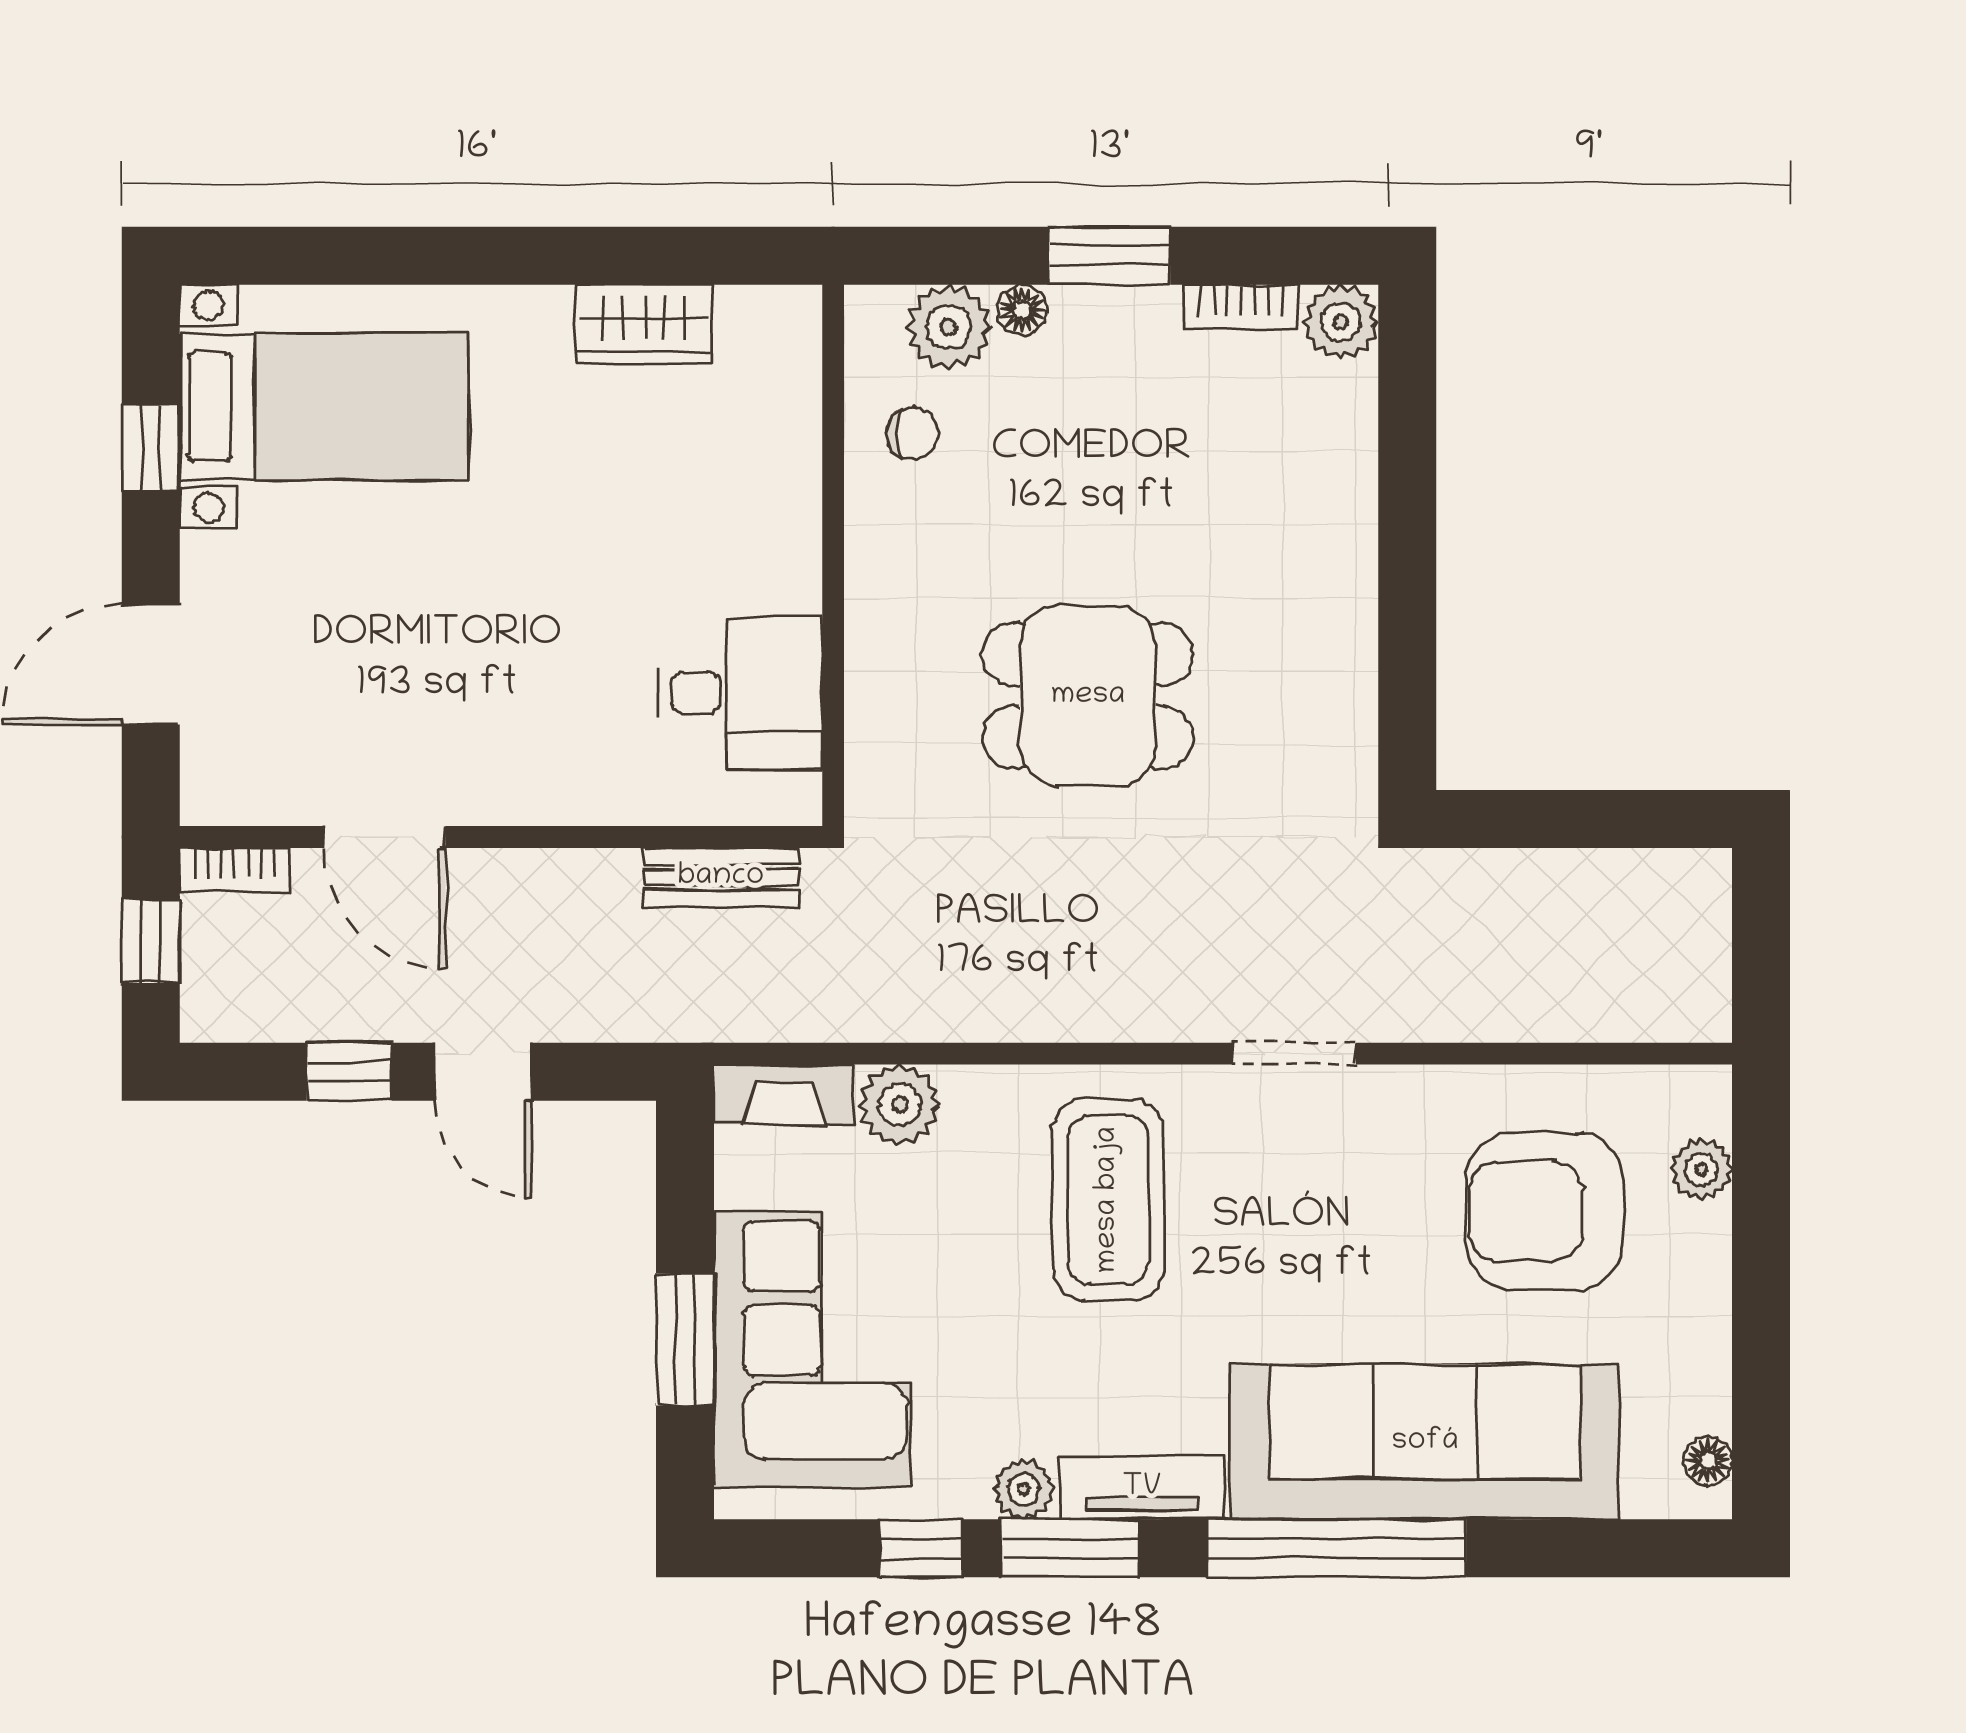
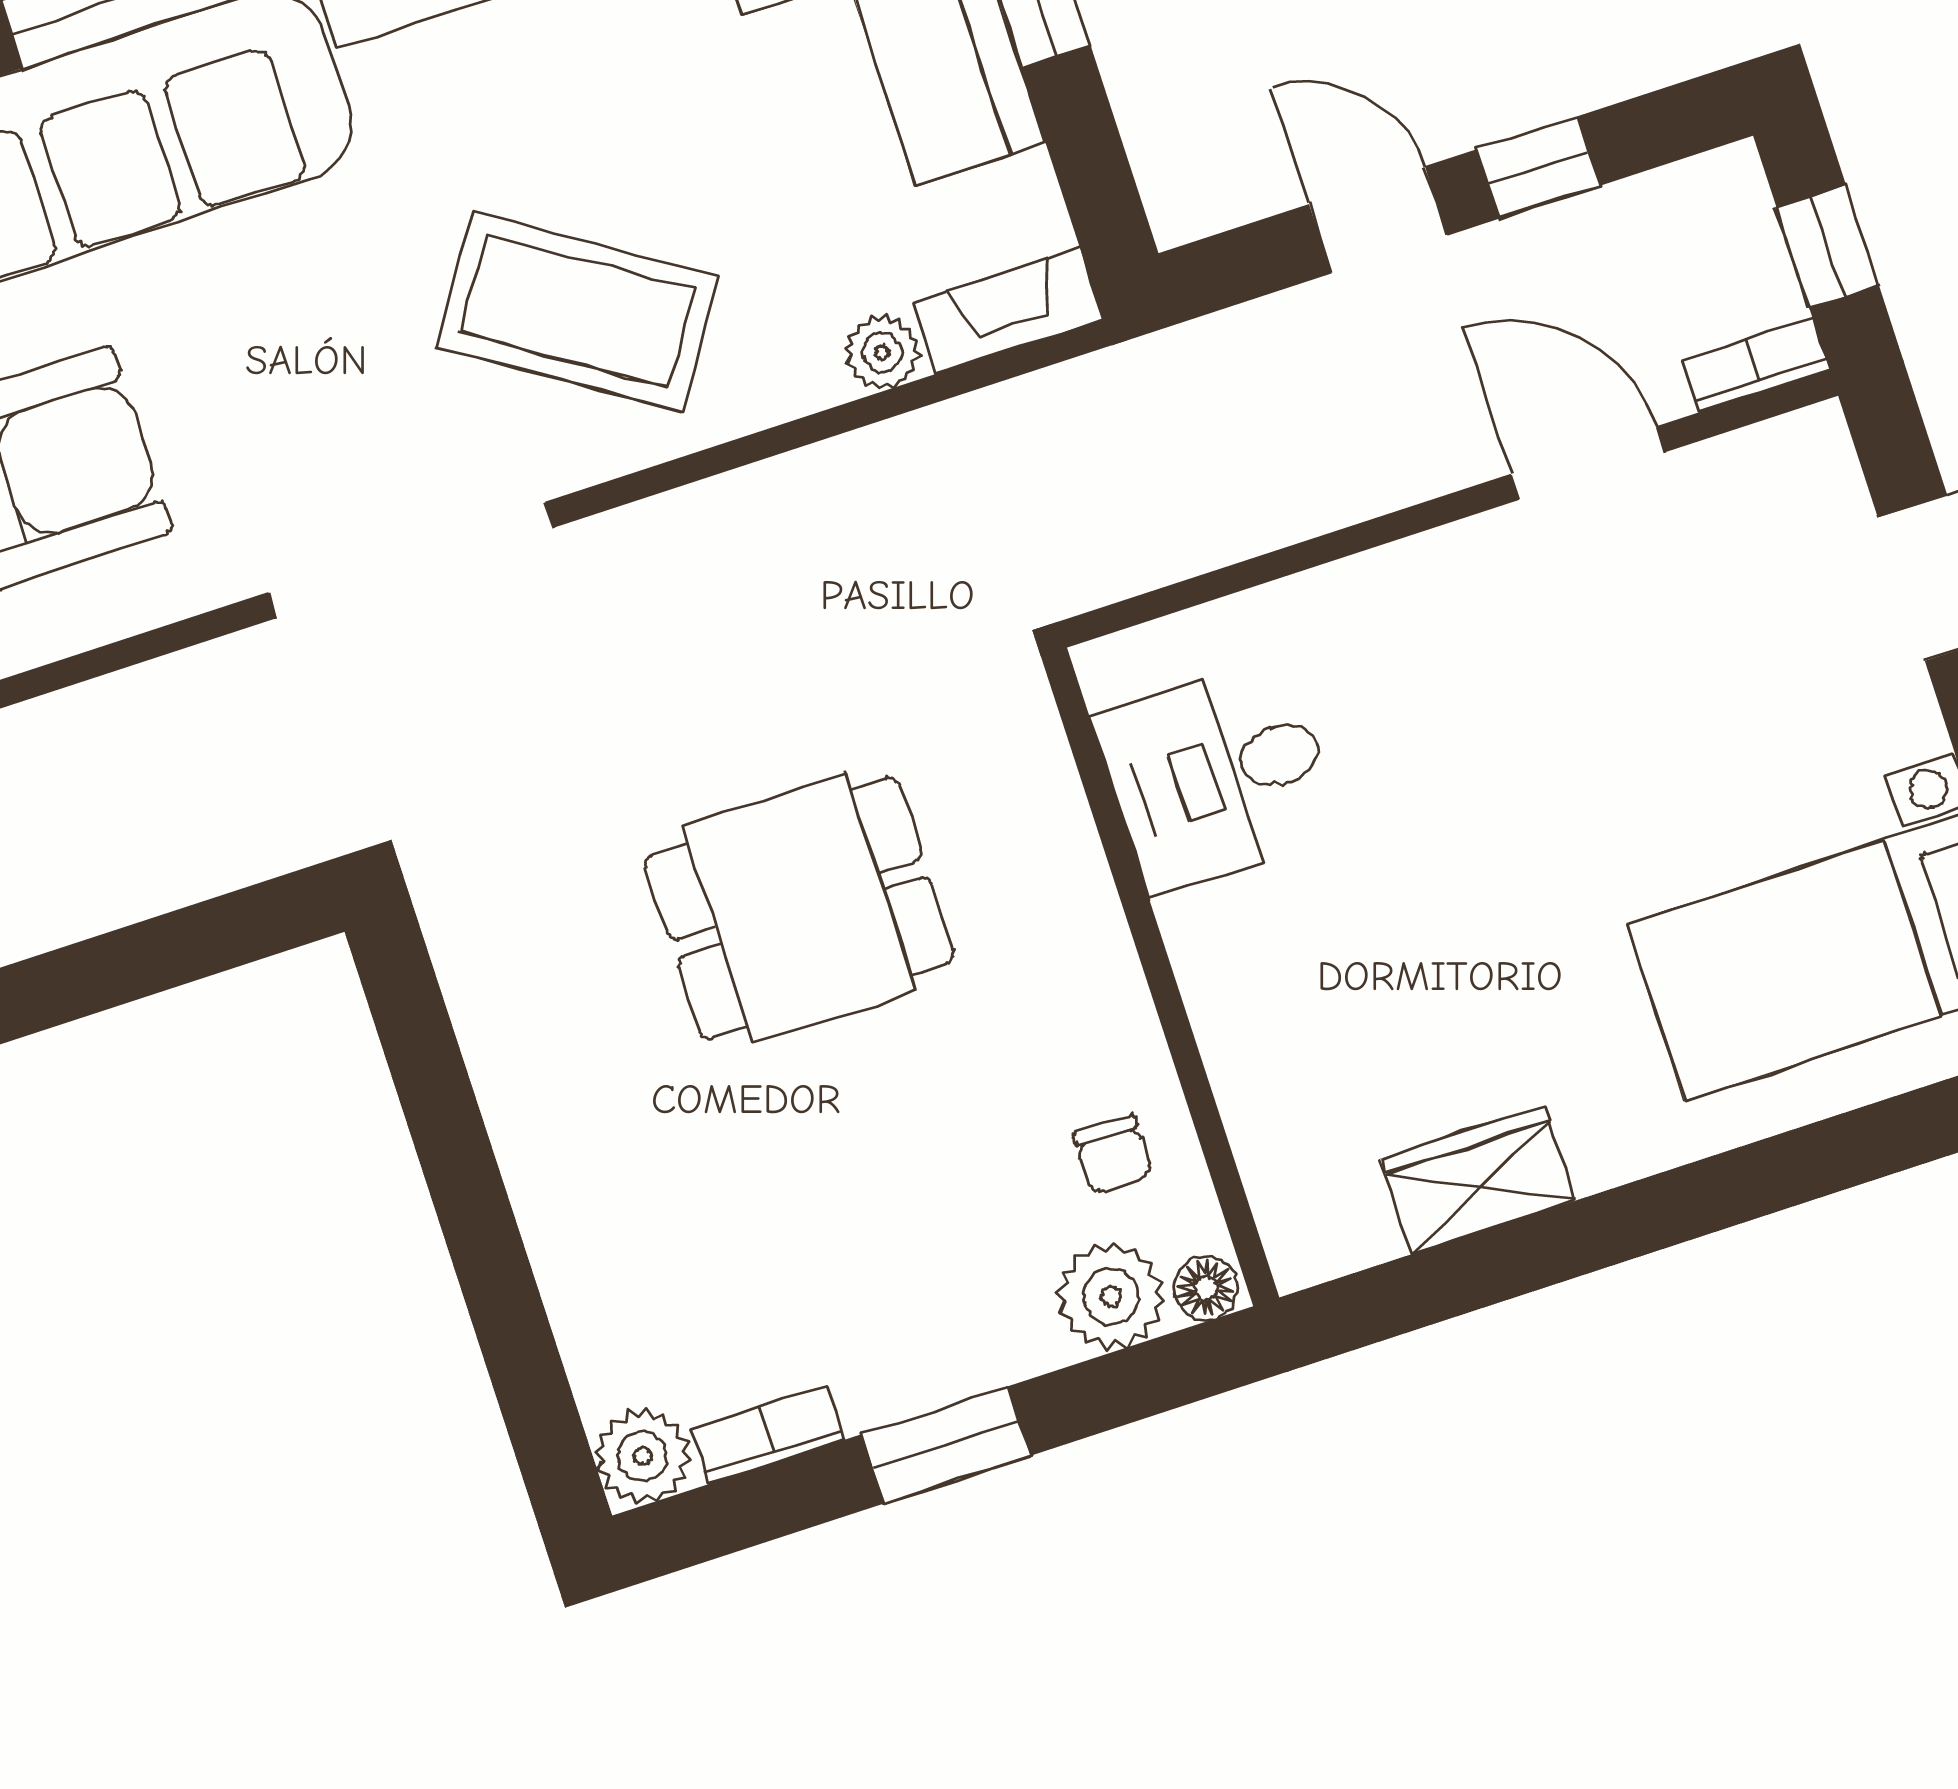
floor lamp: (1022, 310) -> (1206, 1288), moved
chair: (912, 433) -> (1113, 1155), turned -90
bench: (721, 877) -> (1168, 547), removed
doorway: (1294, 1054) -> (411, 560), width x1.88
plant: (900, 1105) -> (882, 353), width x0.73, depth x0.73
coffee table: (1108, 1200) -> (577, 312), turned -57

